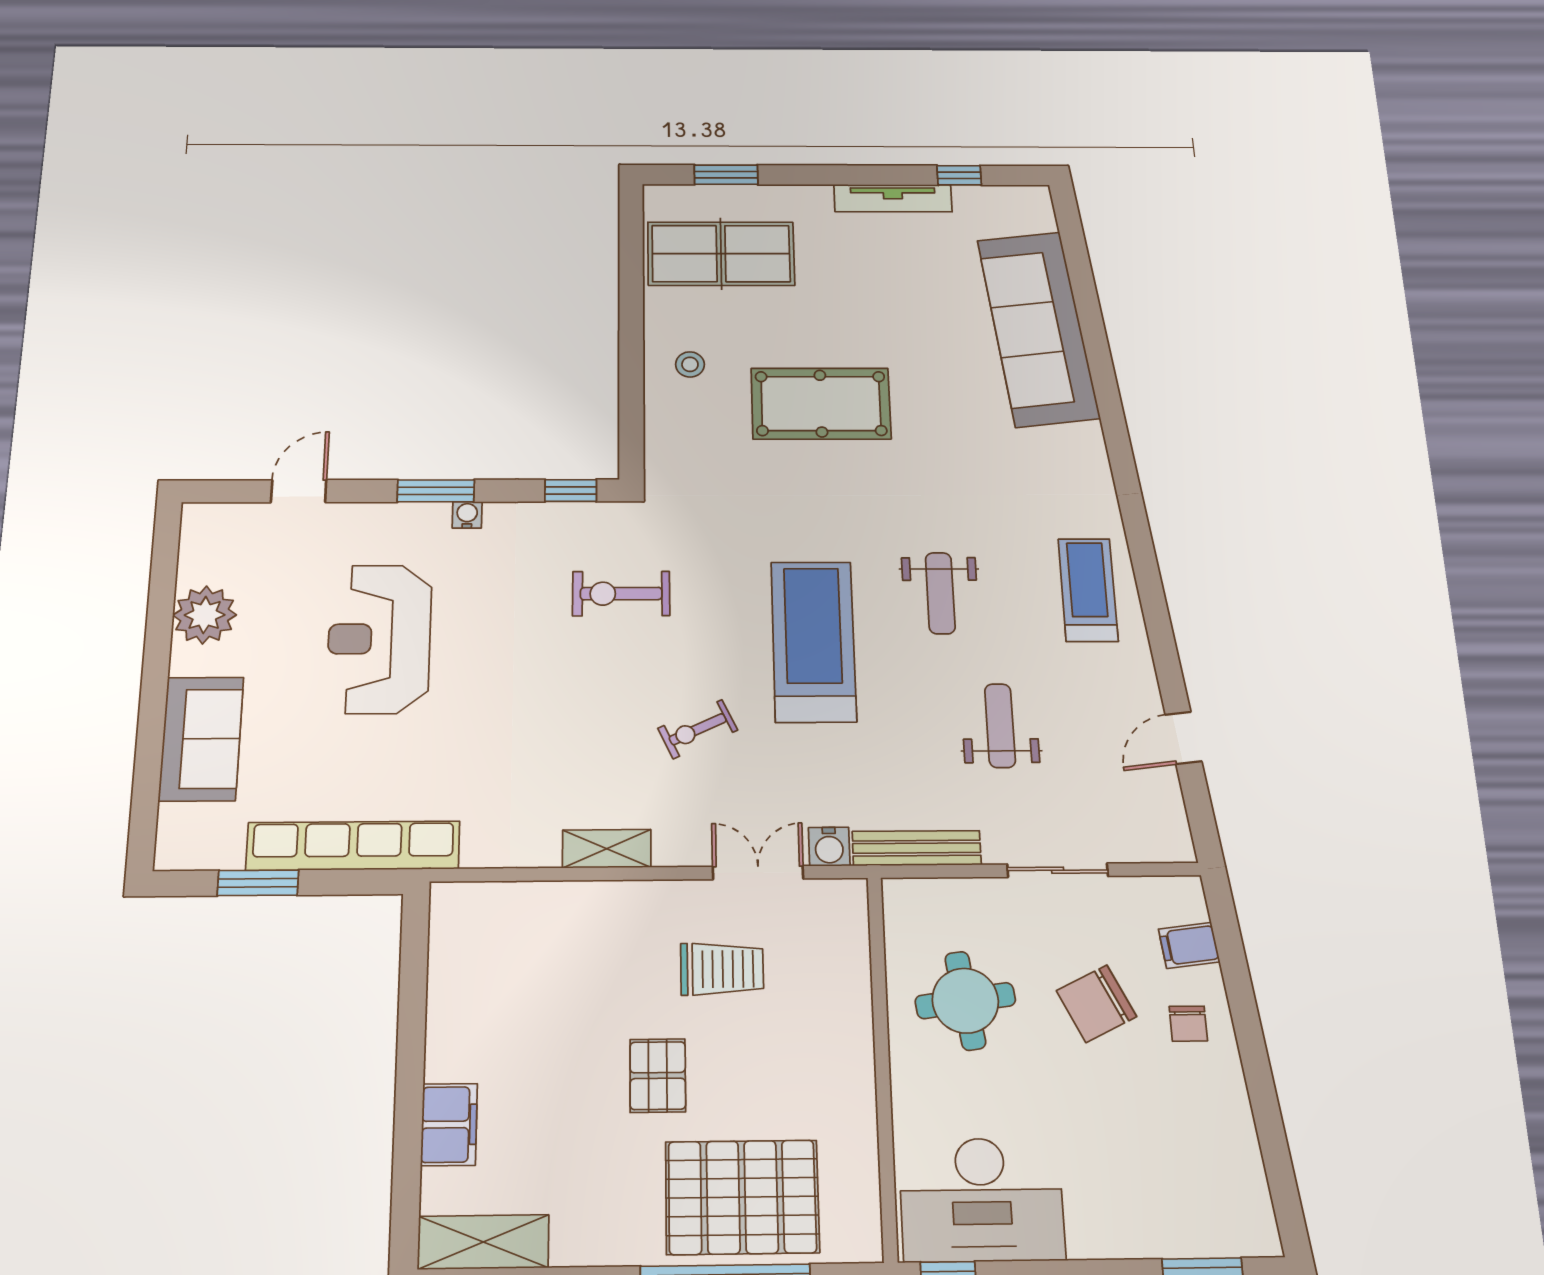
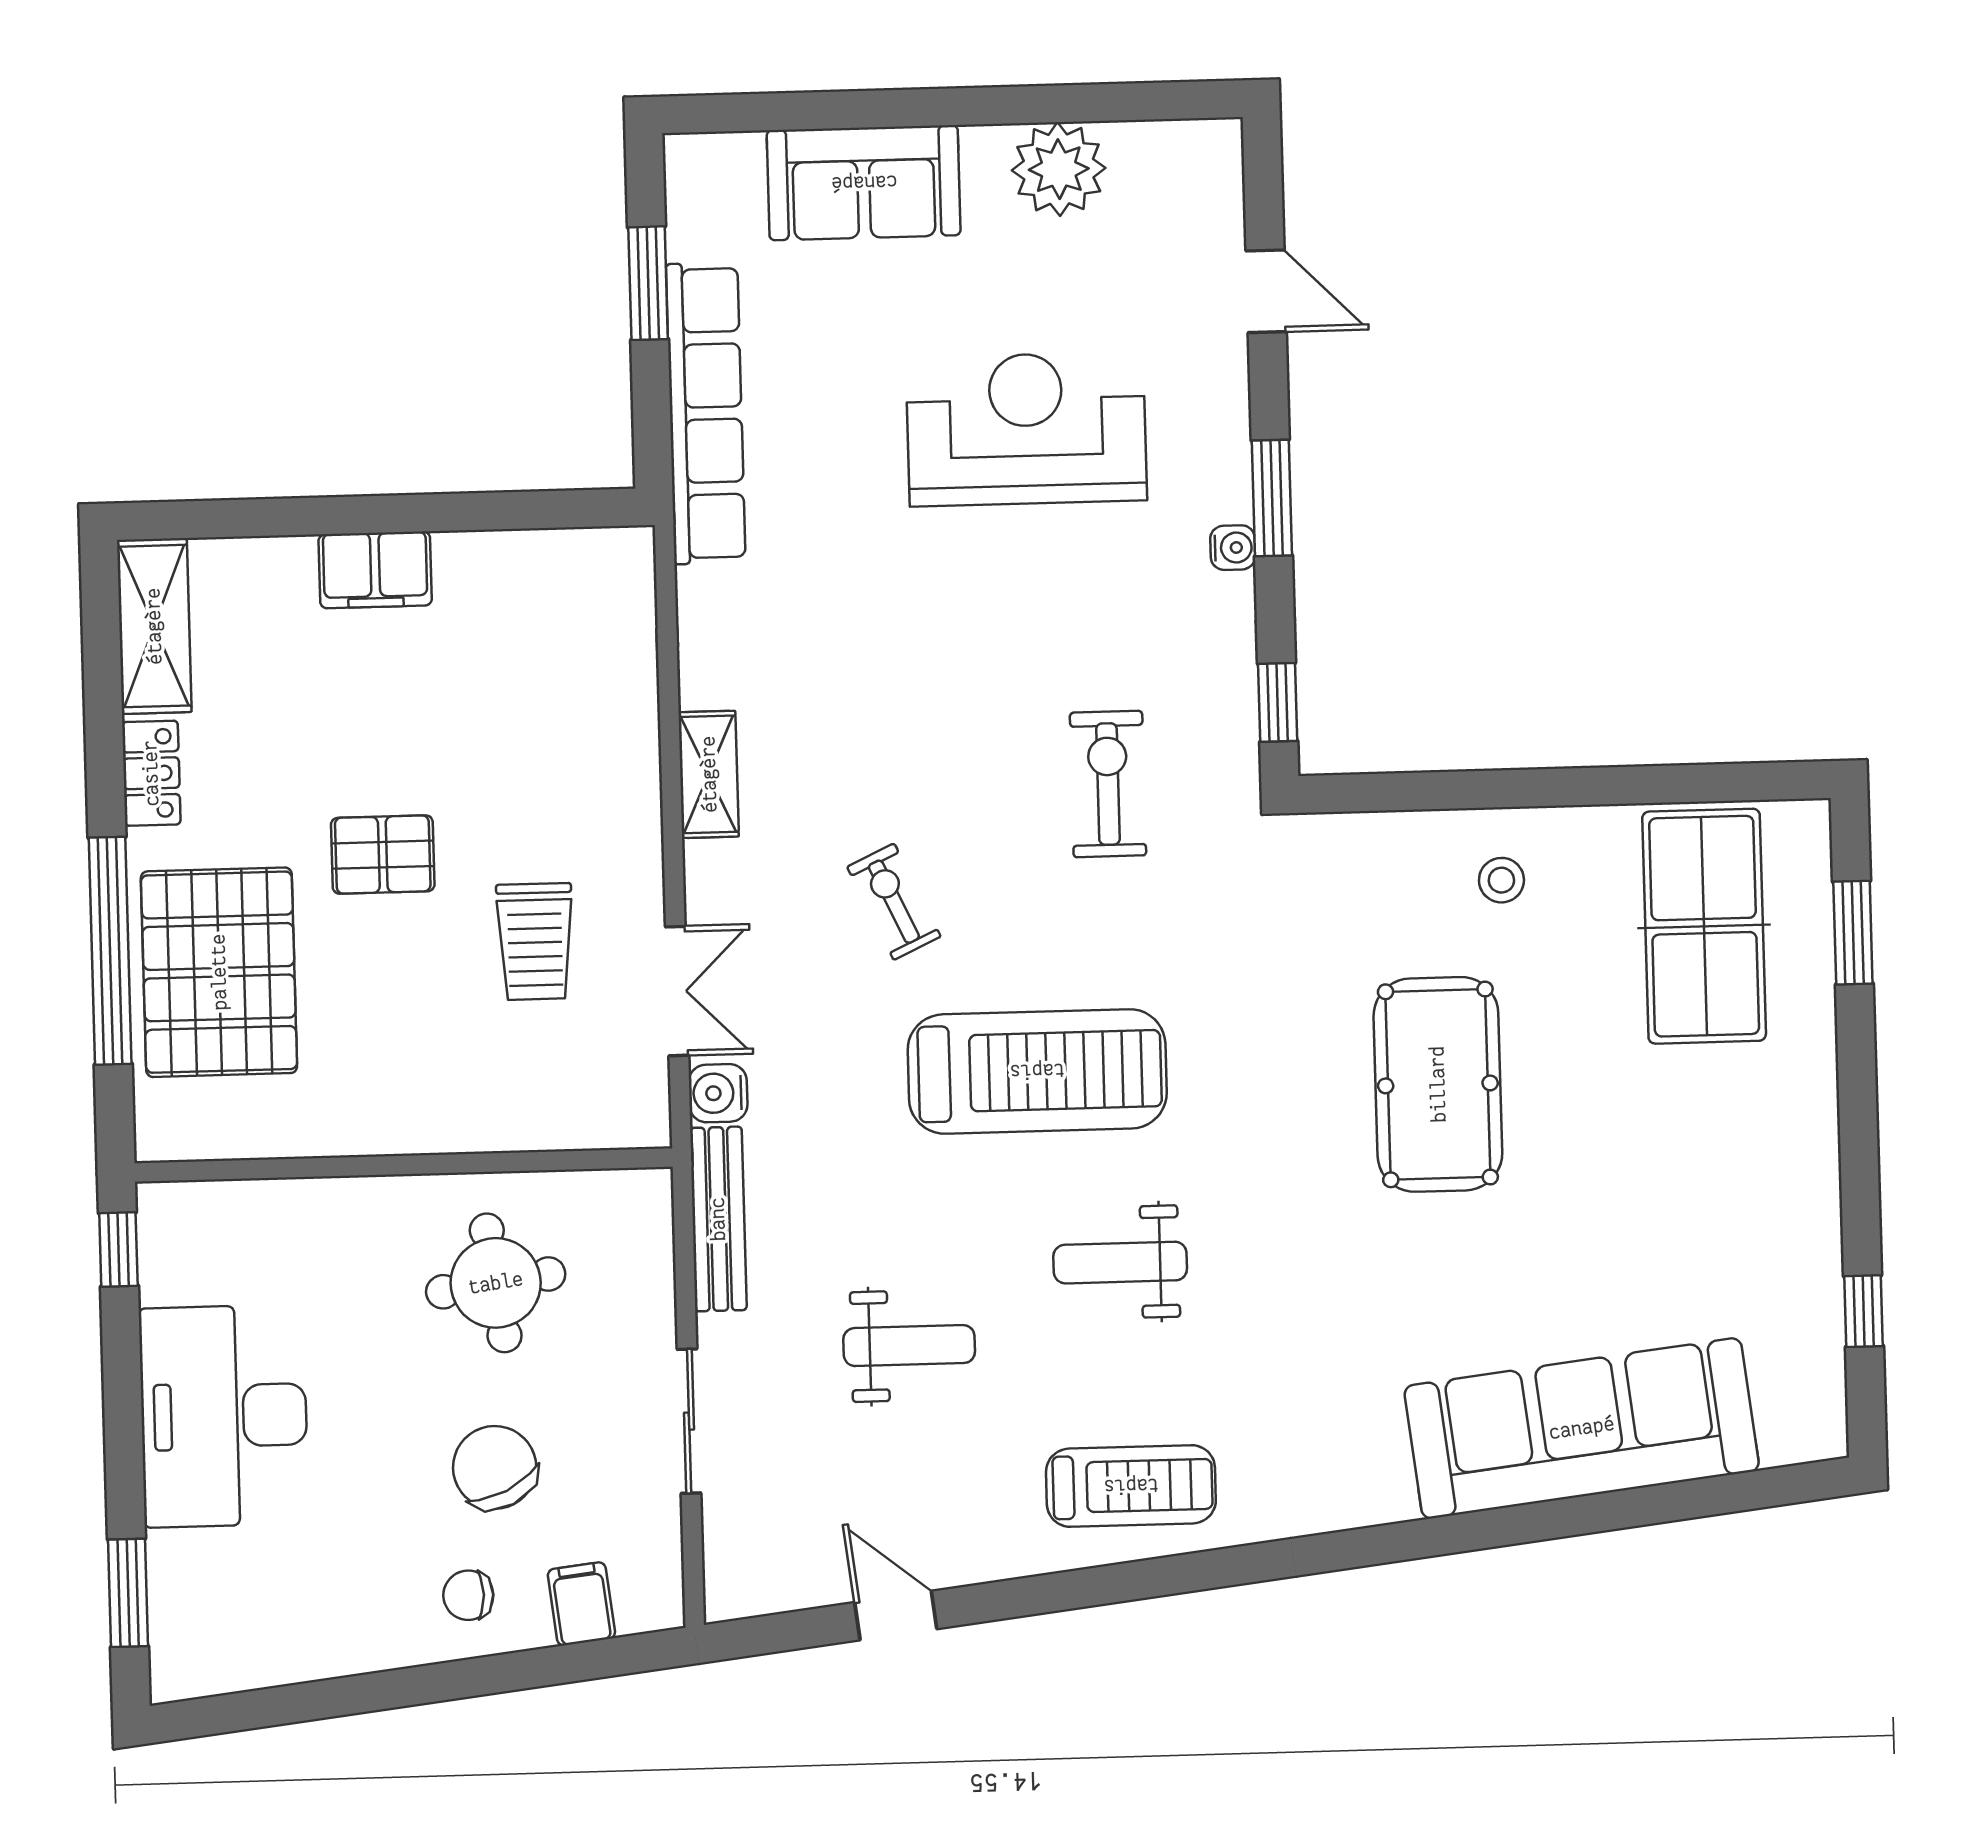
tv unit: (893, 198) -> (1816, 1203), removed
filing cabinet: (449, 1125) -> (375, 570), moved
desk: (982, 1200) -> (224, 1416), moved
locker: (593, 1246) -> (151, 773), added

